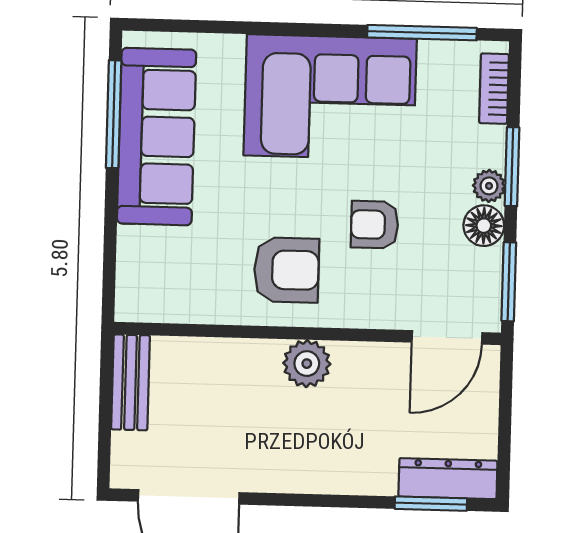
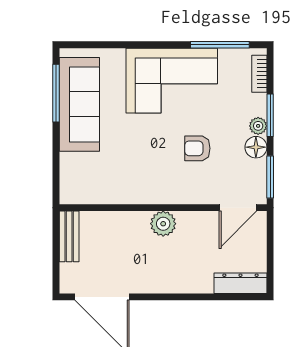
armchair: (286, 270) -> (151, 174), removed
window: (431, 504) -> (232, 297), removed

